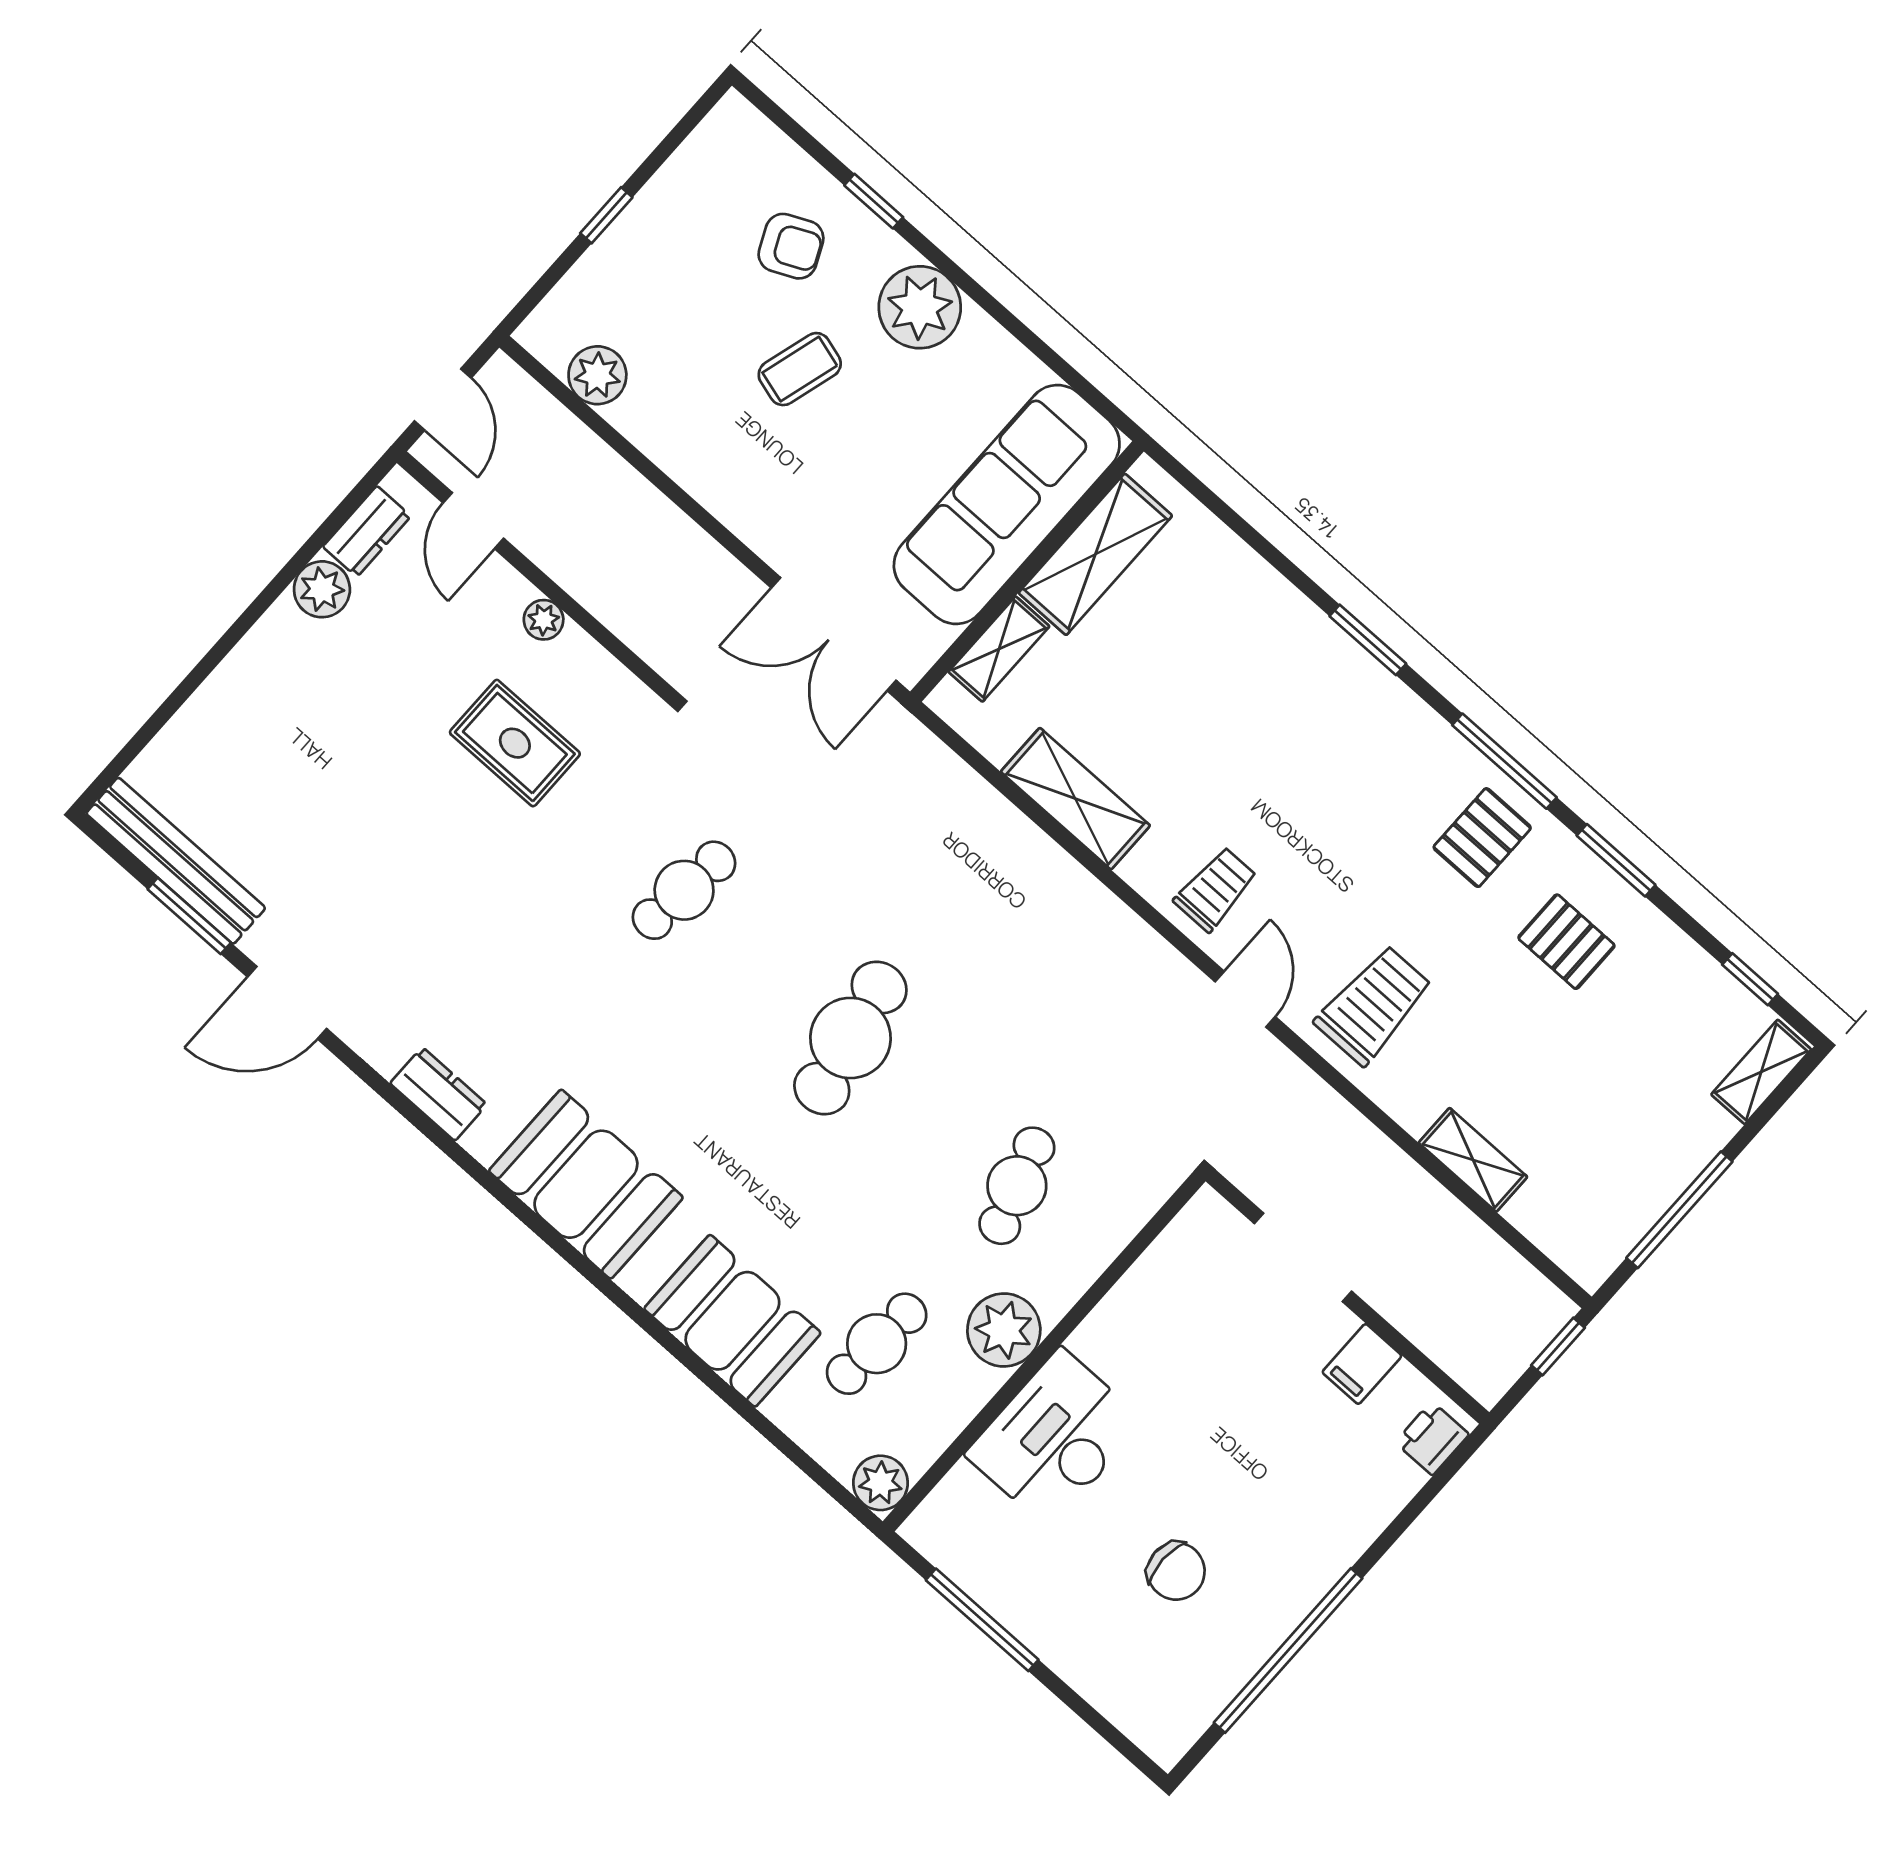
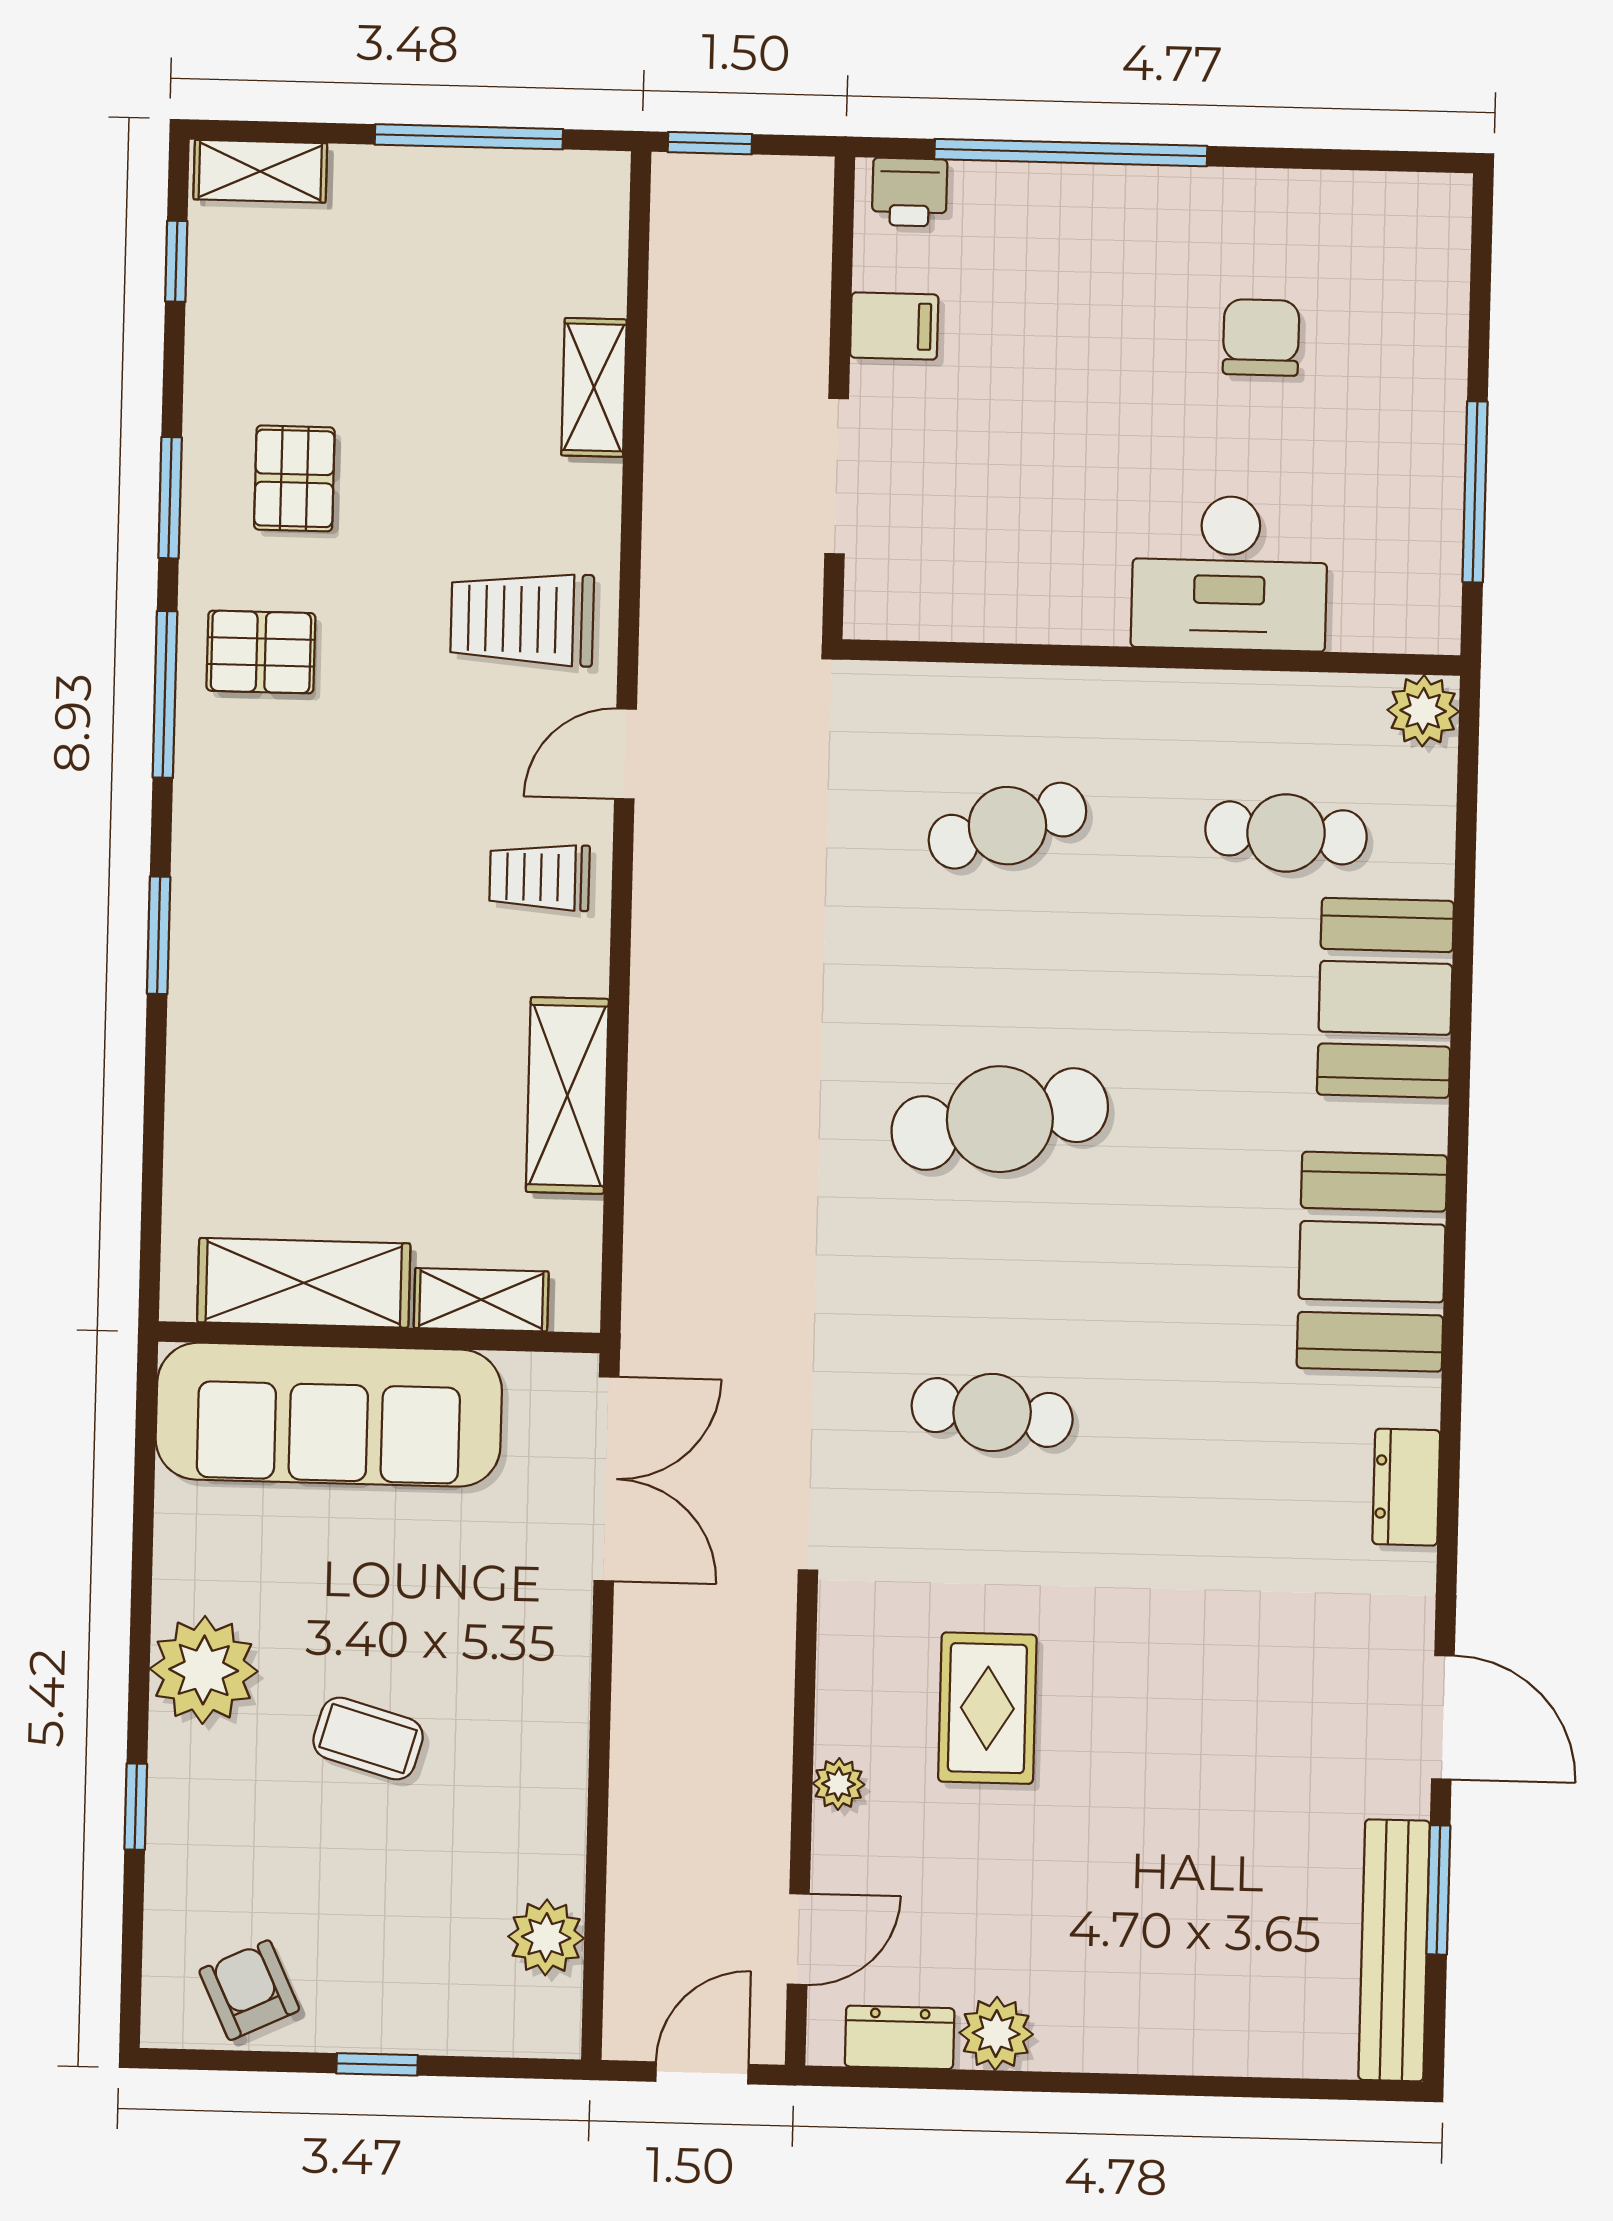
armchair: (791, 246) -> (249, 1990), moved
plant: (1004, 1330) -> (1164, 716), removed
window: (1288, 1650) -> (1071, 153), moved

